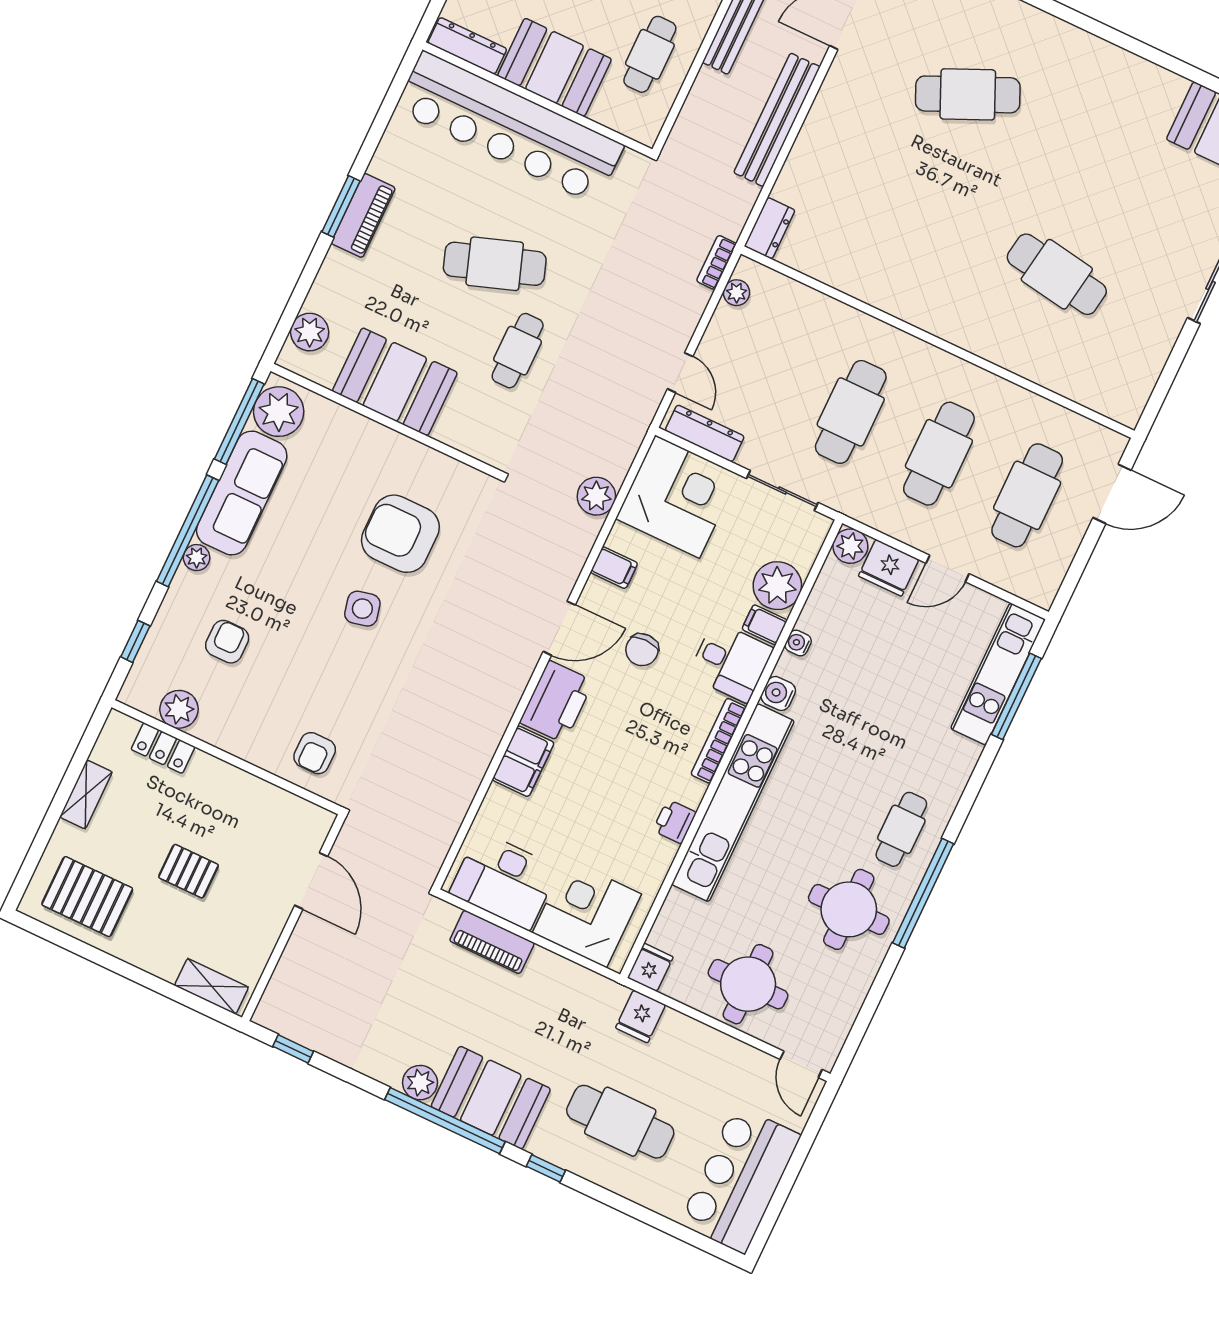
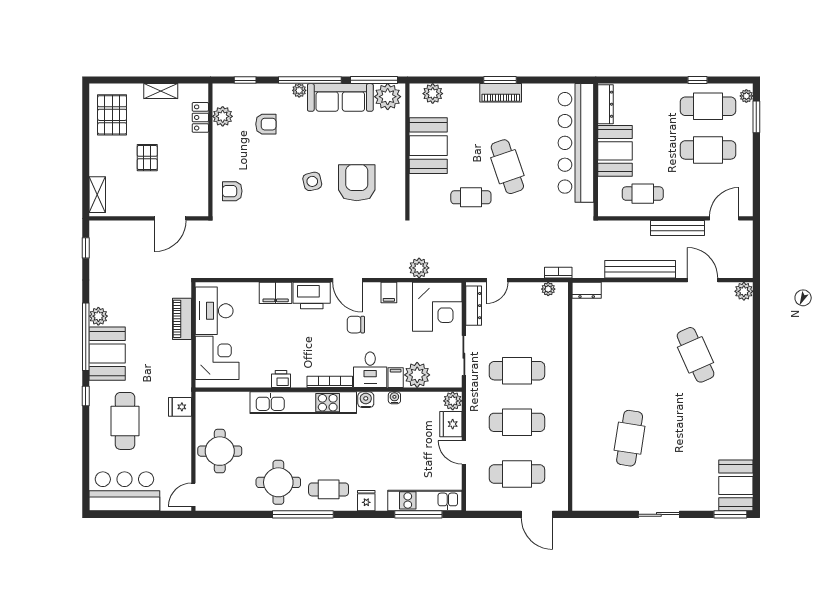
fridge: (650, 967) -> (366, 501), moved, turned -90

